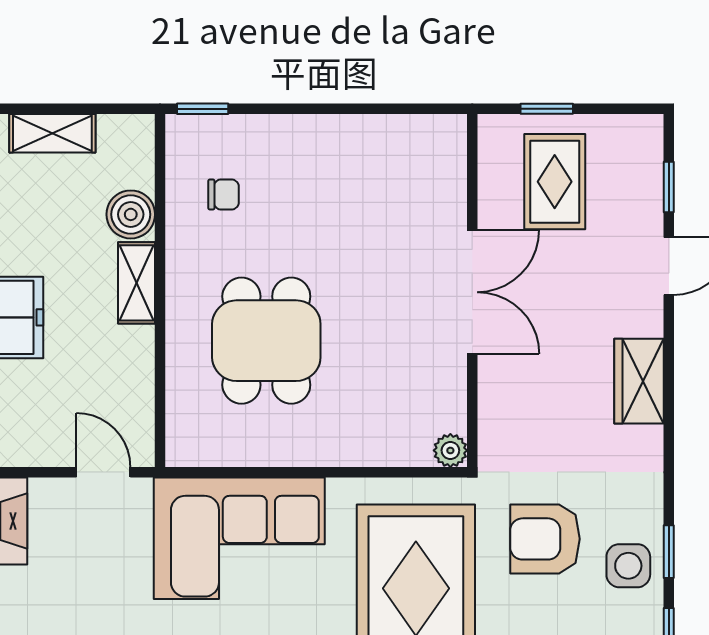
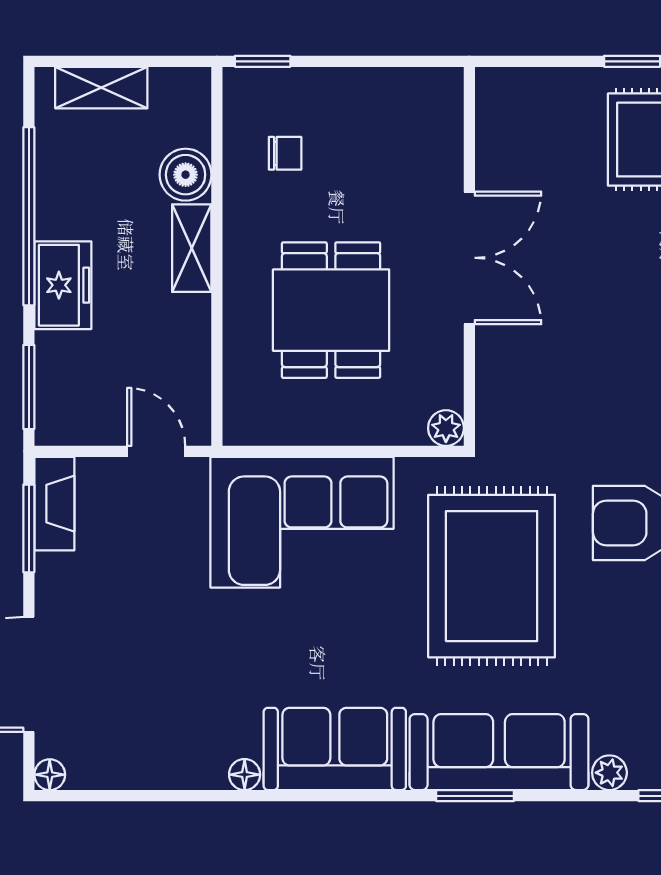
wall: (472, 291) -> (469, 256), moved
double door: (472, 292) -> (469, 258), moved
plant: (450, 450) -> (446, 428), moved

